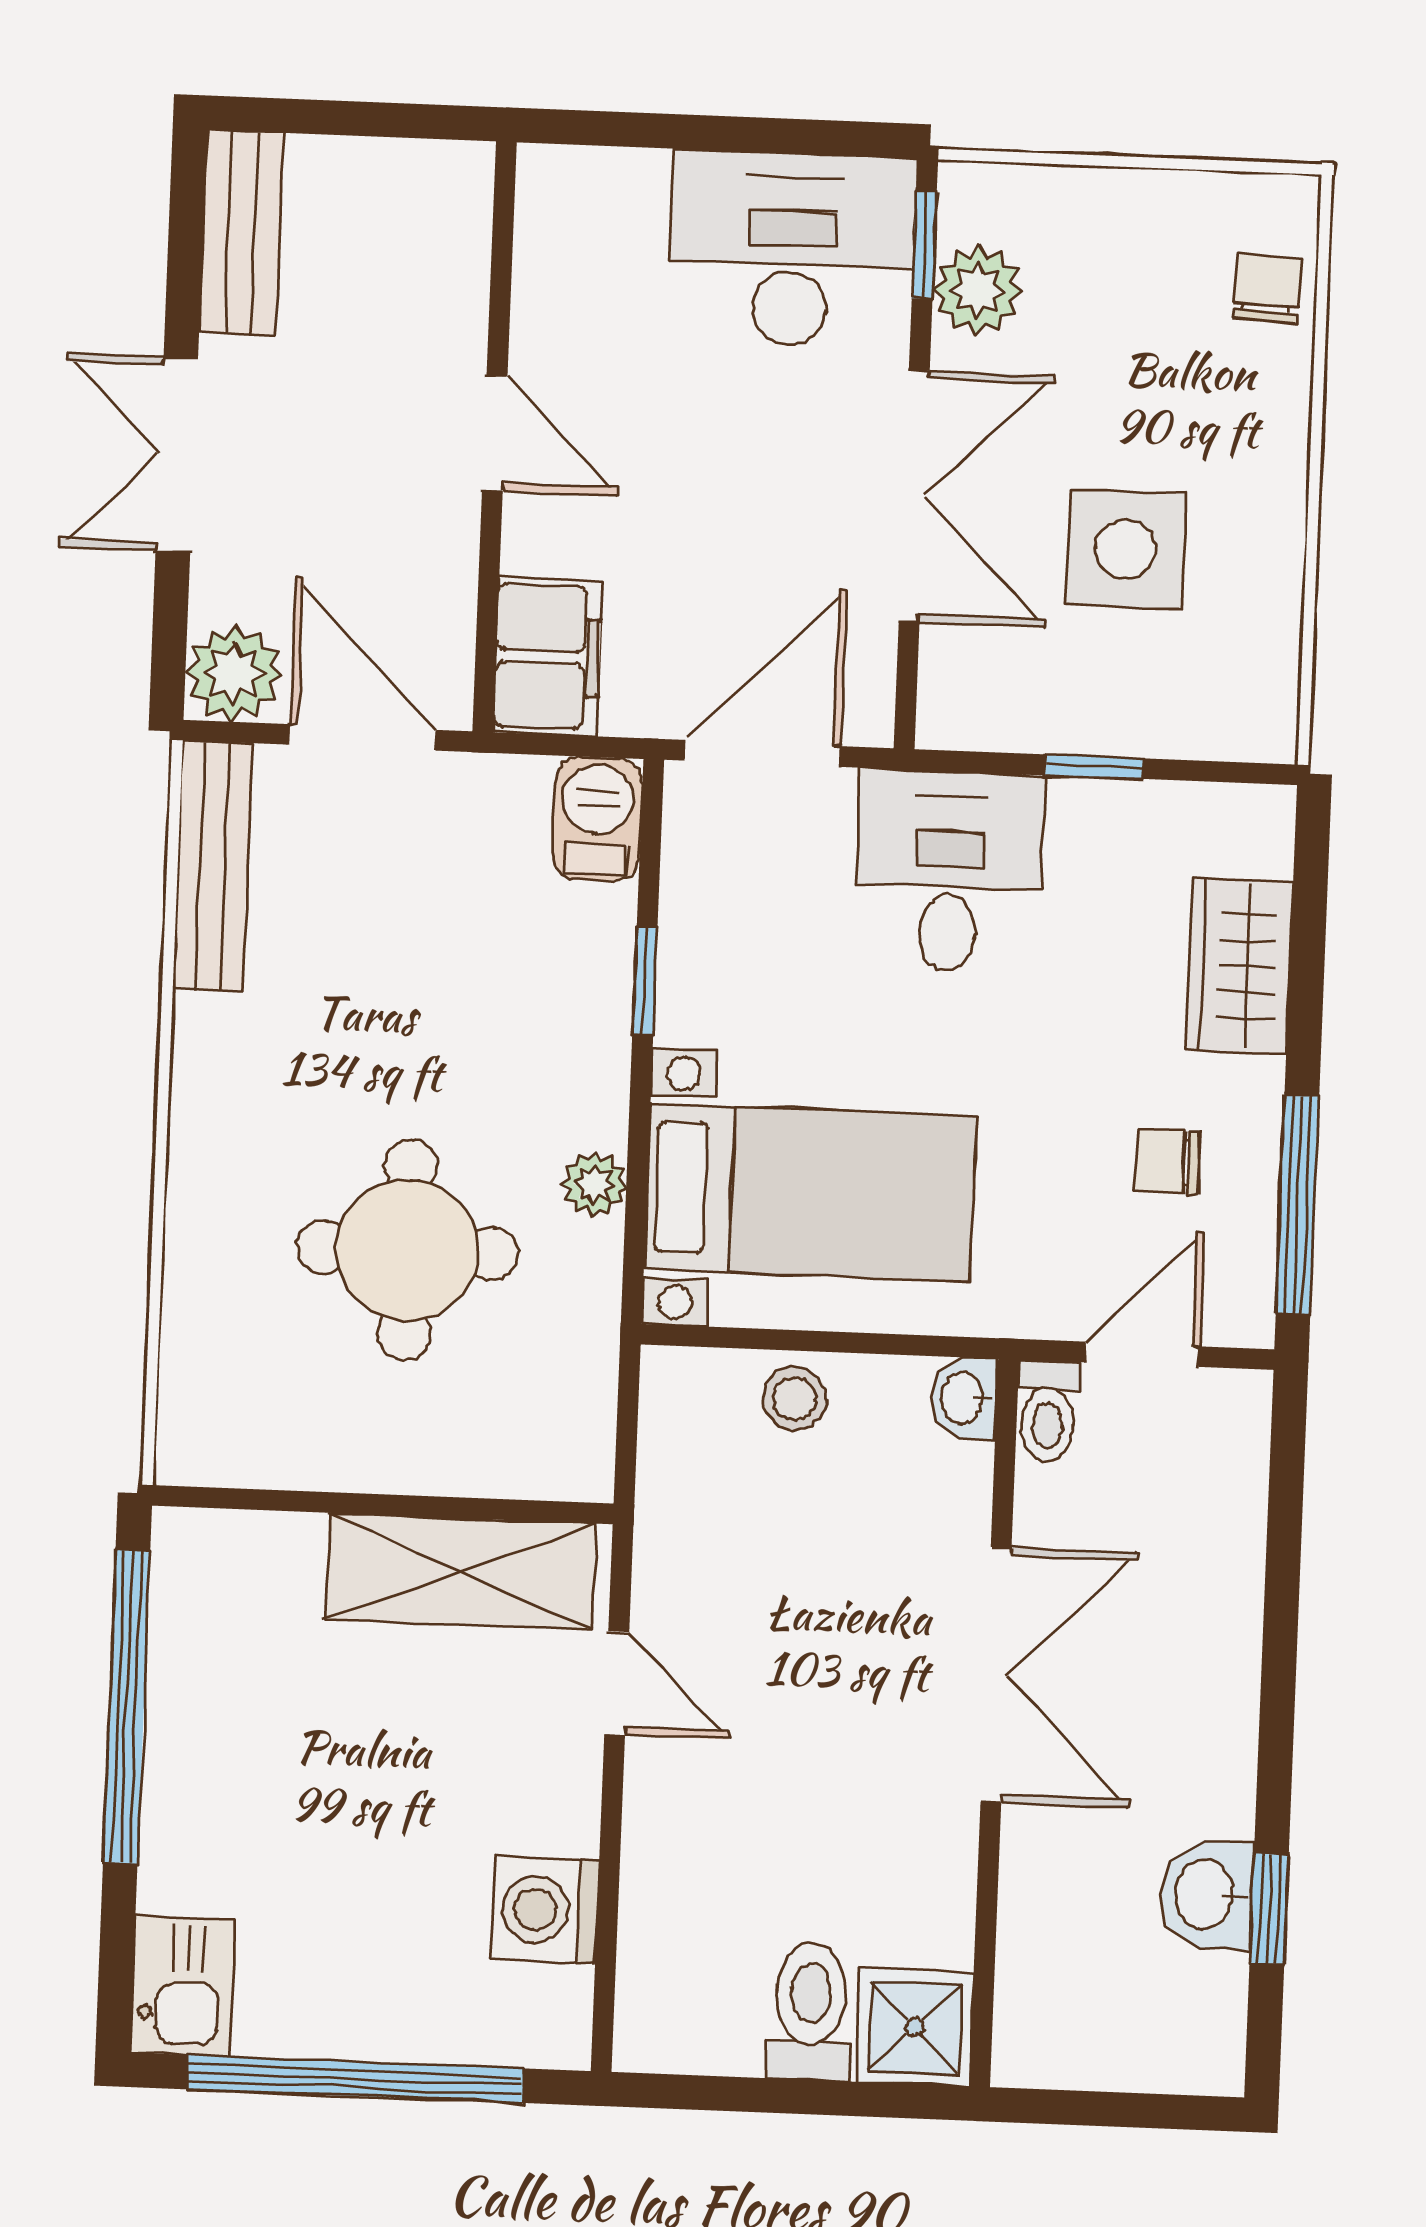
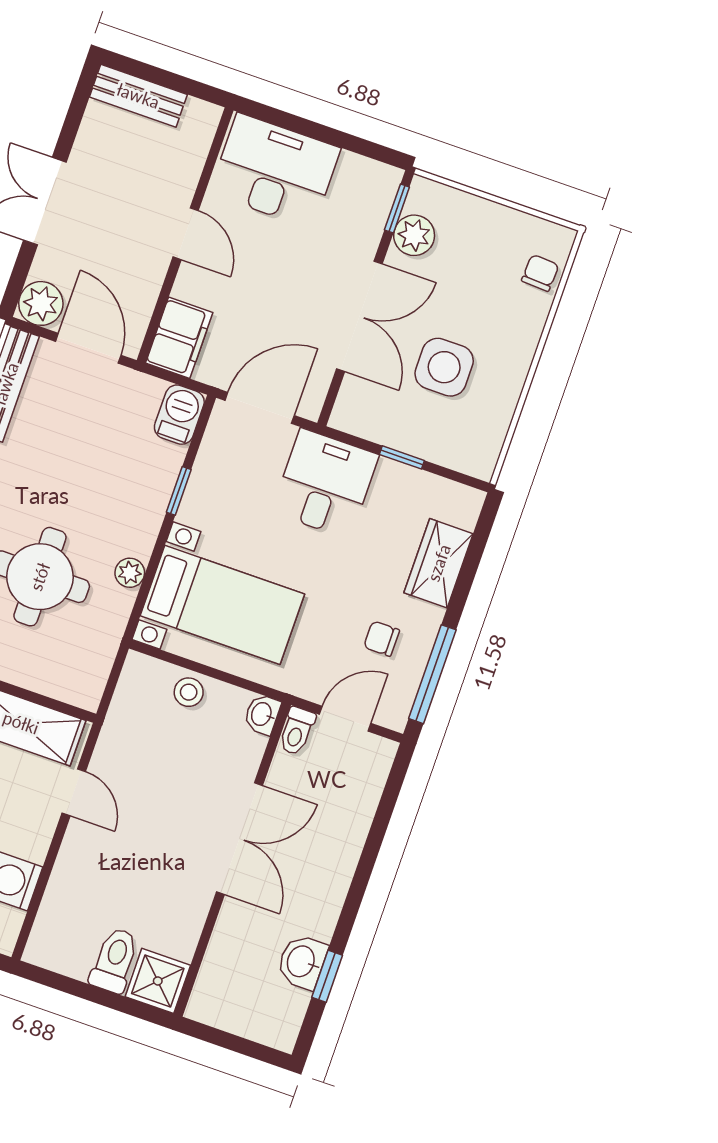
bench: (242, 232) -> (138, 96), moved, turned 90
desk: (792, 249) -> (275, 171), moved

